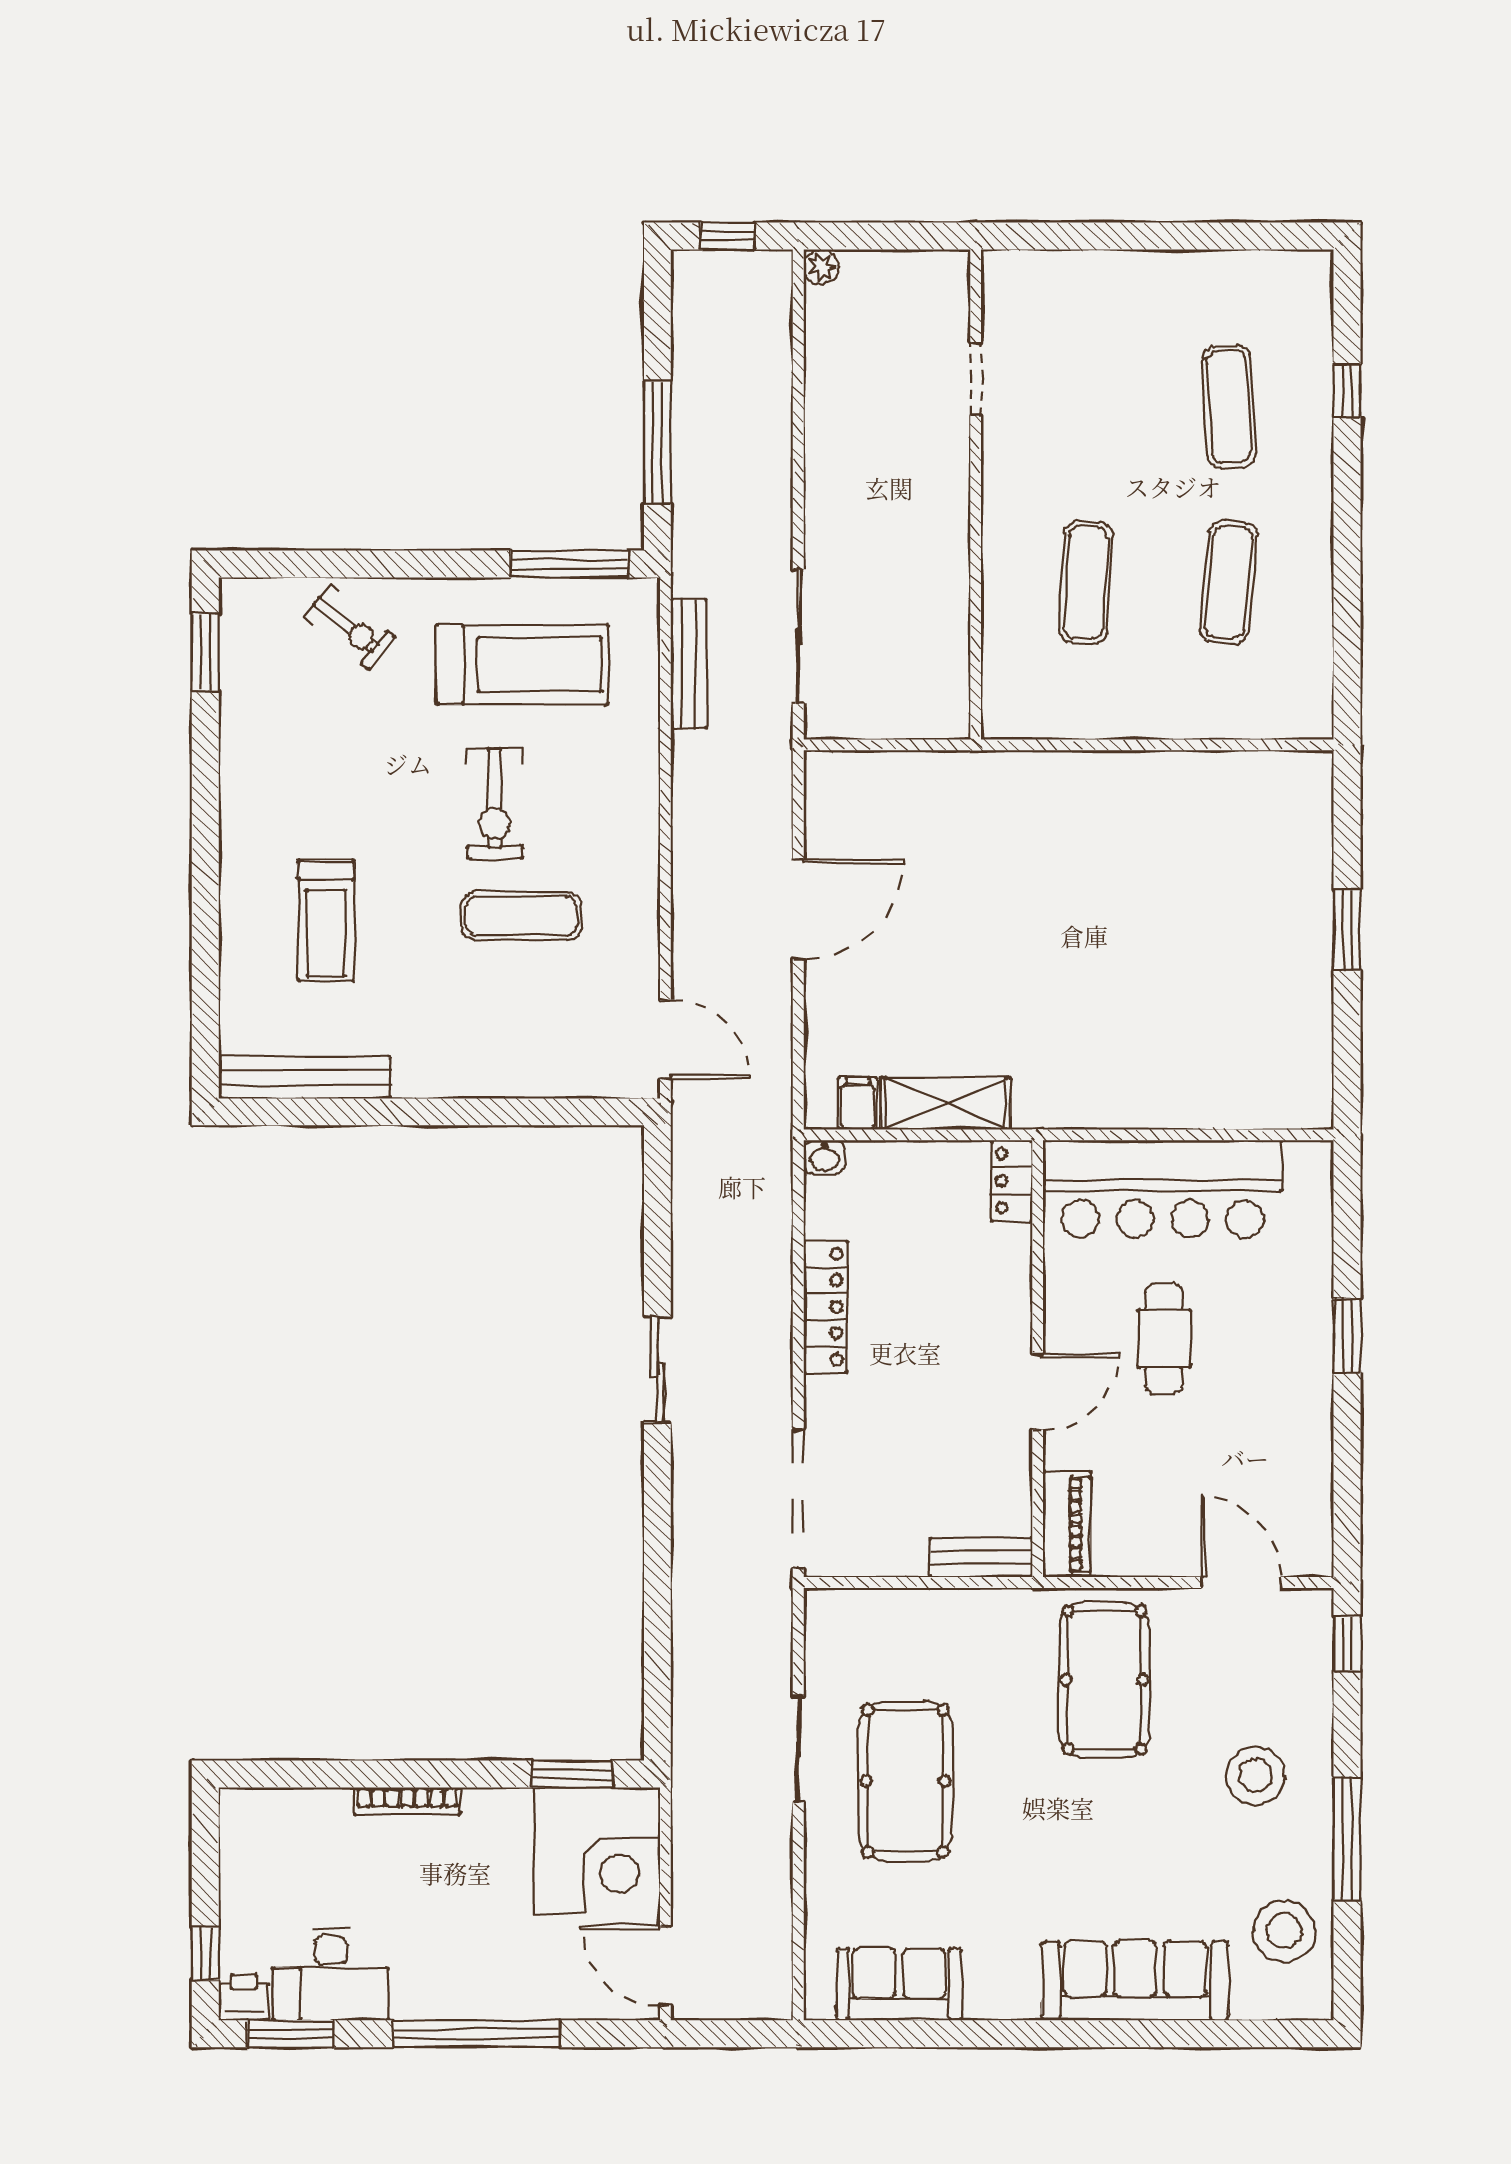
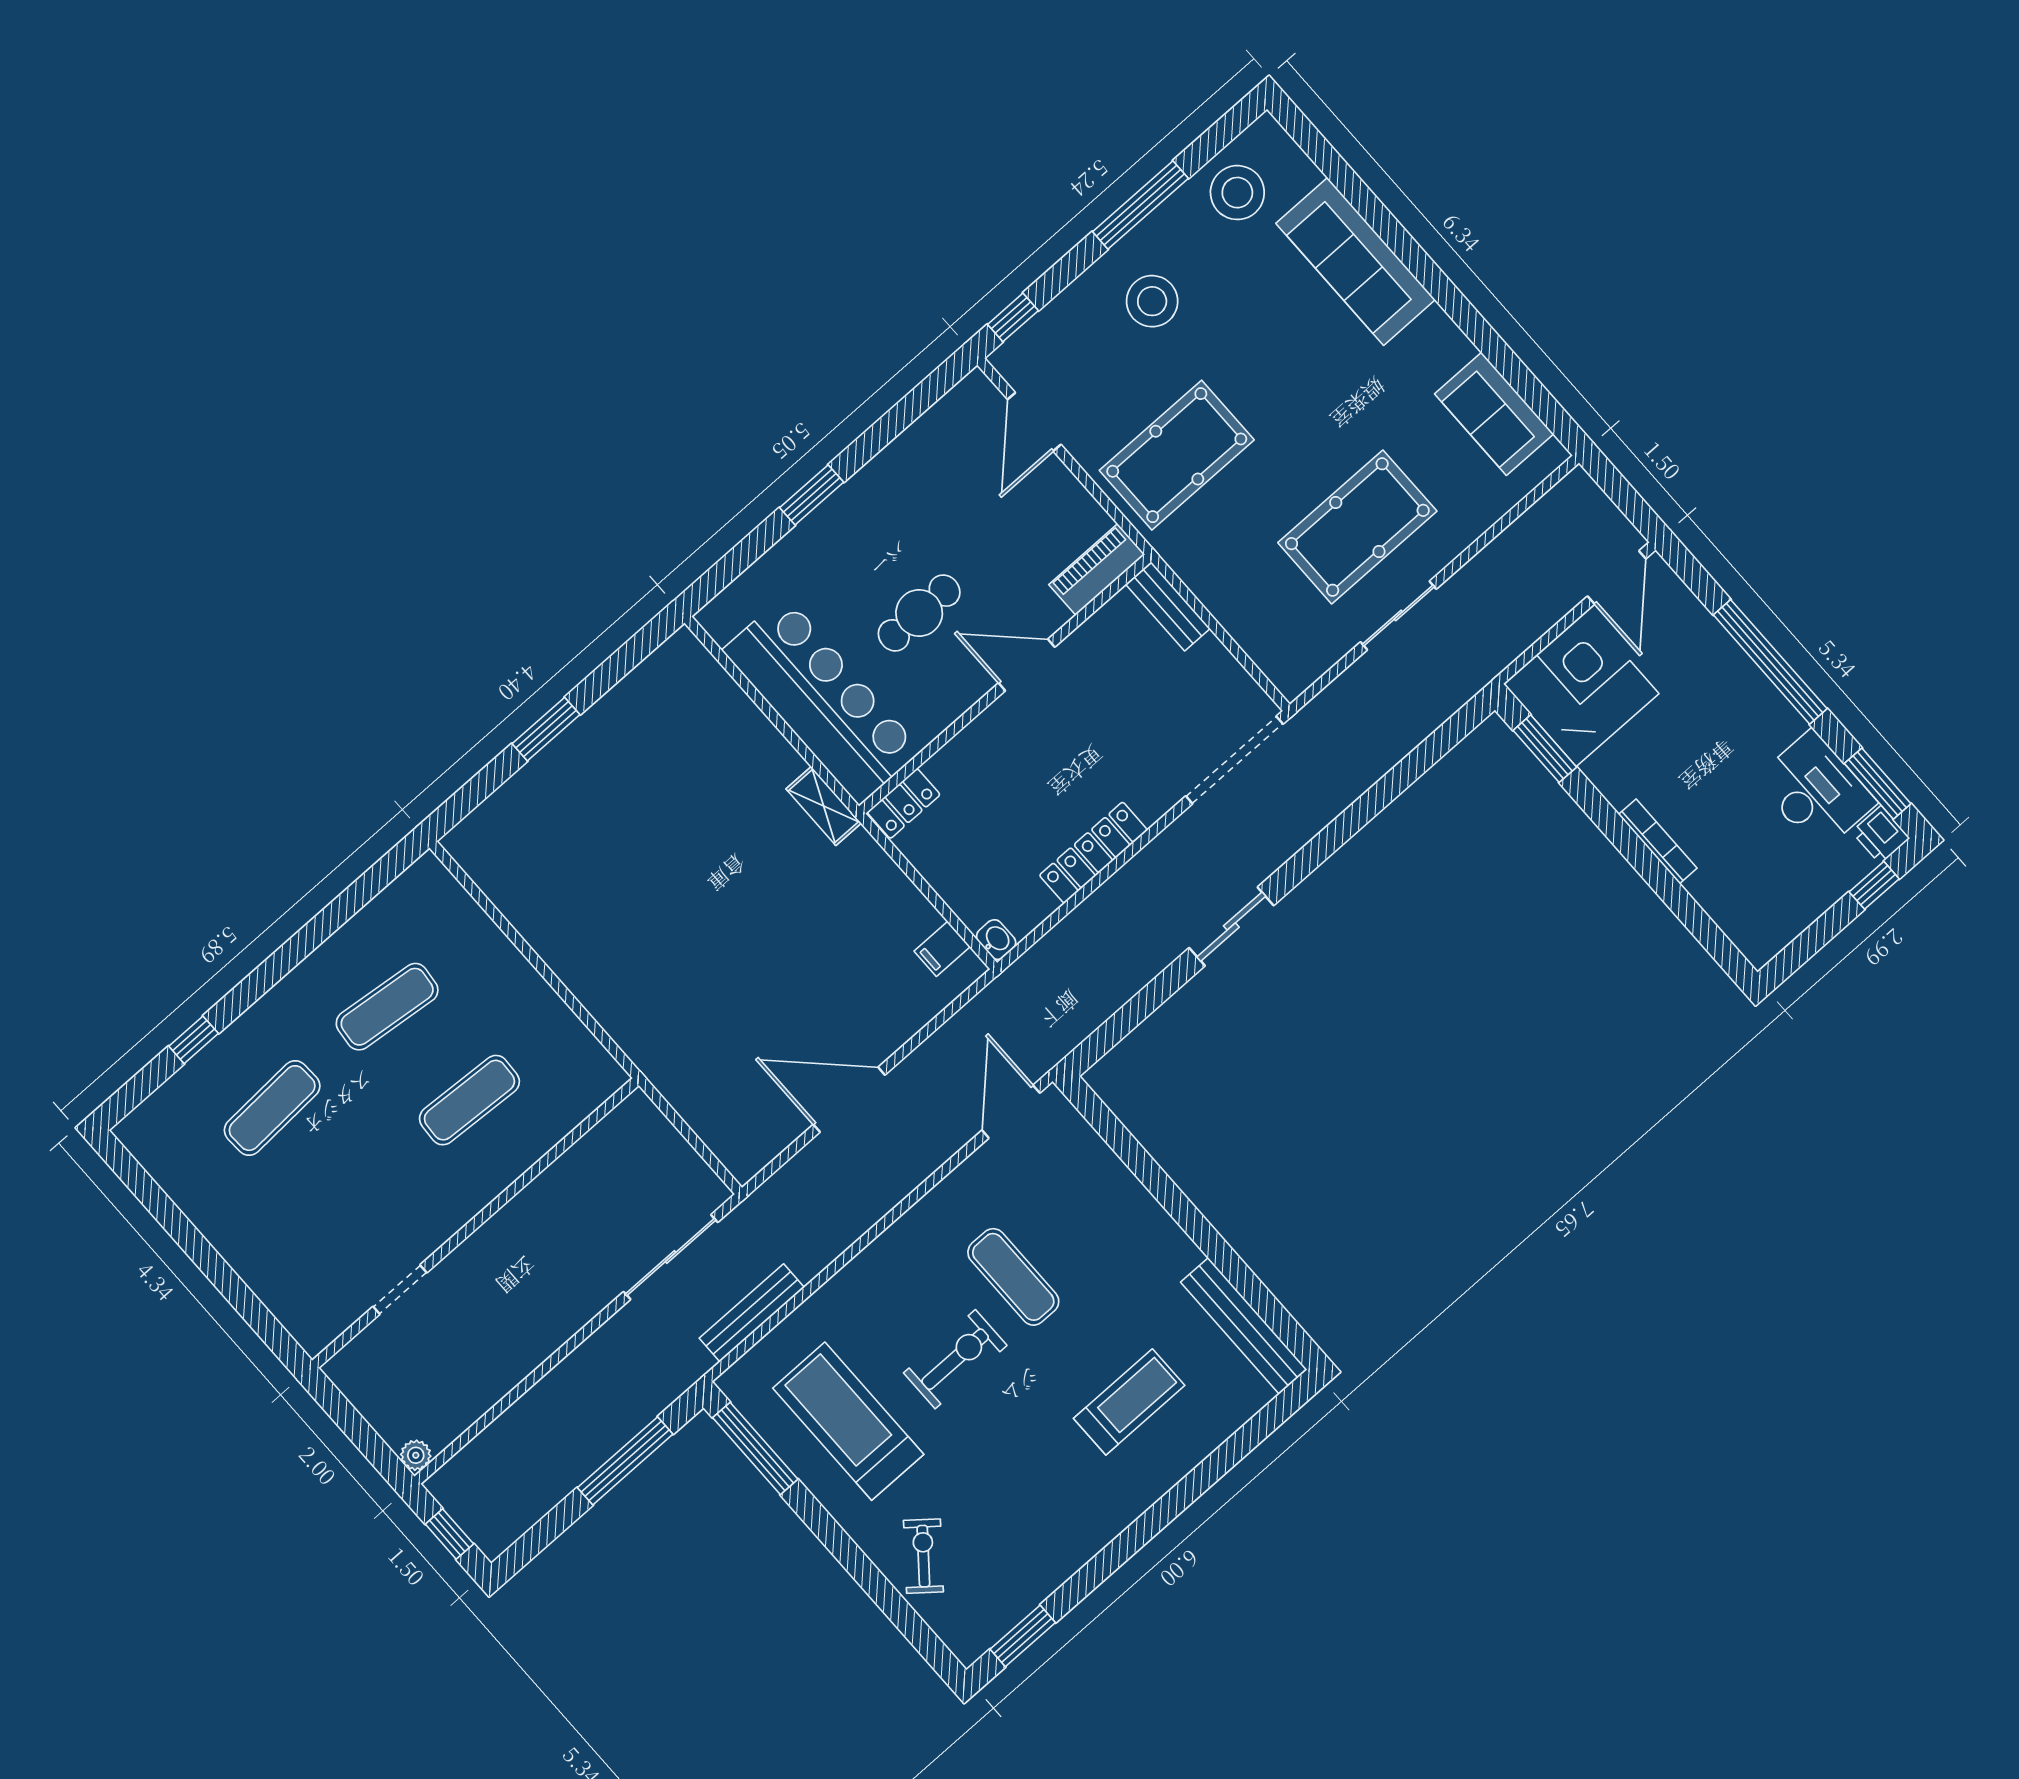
shelving: (945, 1104) -> (824, 806), moved, width x0.67, depth x0.75

